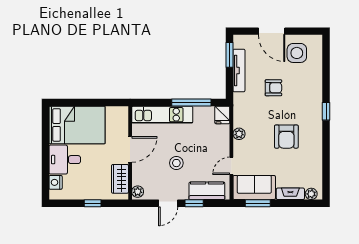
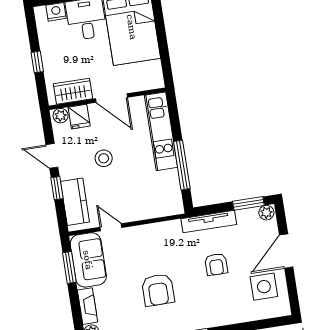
tv unit: (239, 70) -> (209, 222), moved
fridge: (222, 115) -> (79, 117), moved, turned -90
plant: (239, 134) -> (266, 213), moved
armchair: (286, 137) -> (158, 290), turned -90

